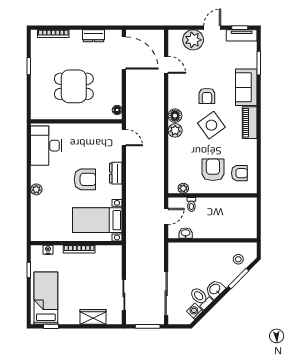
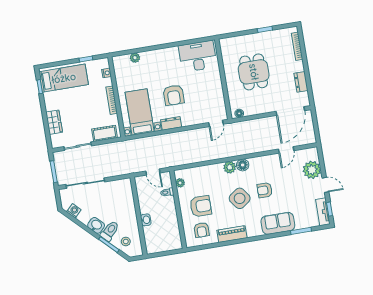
piano: (250, 123) -> (232, 234), moved
dresser: (116, 173) -> (171, 123), moved
plant: (36, 189) -> (135, 58), moved
washbasin: (186, 233) -> (146, 220), moved
cot: (115, 263) -> (105, 133), added
toilet: (201, 298) -> (110, 231), moved

